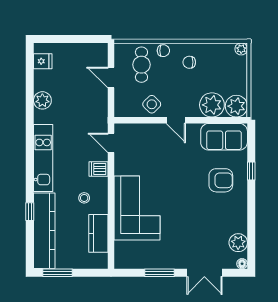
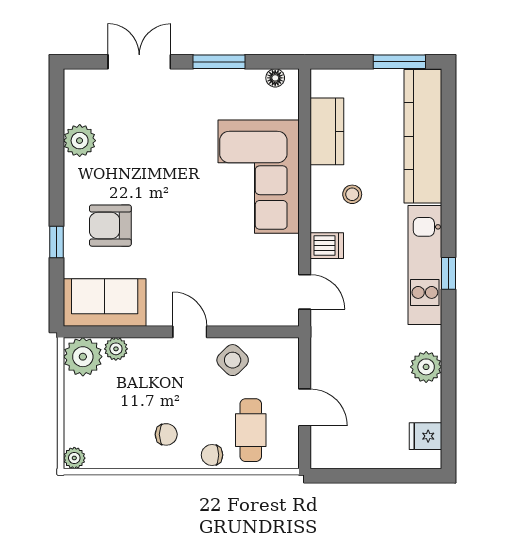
plant: (212, 105) -> (116, 349), width x0.53, depth x0.53
window: (30, 212) -> (449, 273), moved
plant: (238, 243) -> (80, 141), moved
floor lamp: (242, 264) -> (275, 78), moved

